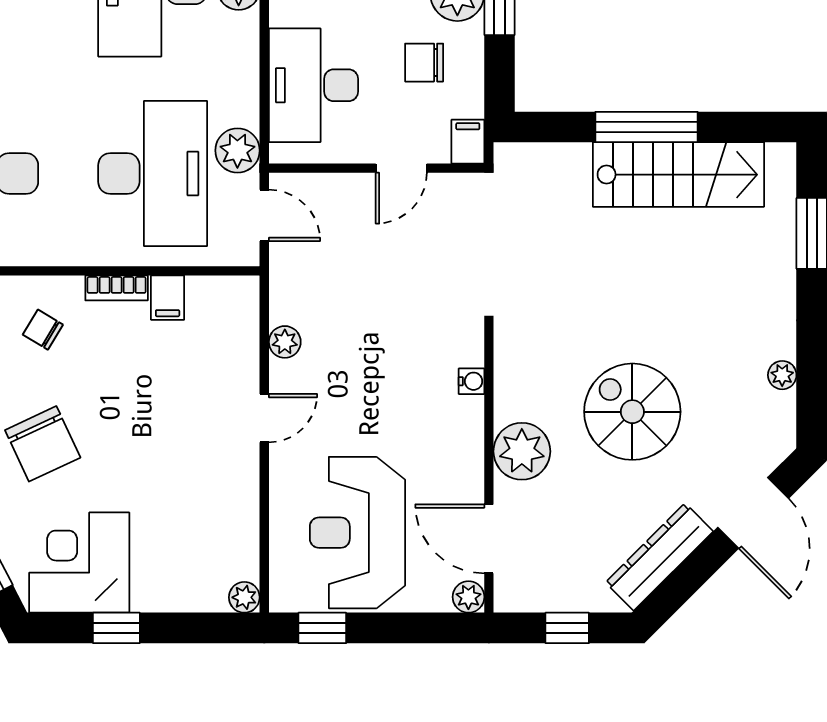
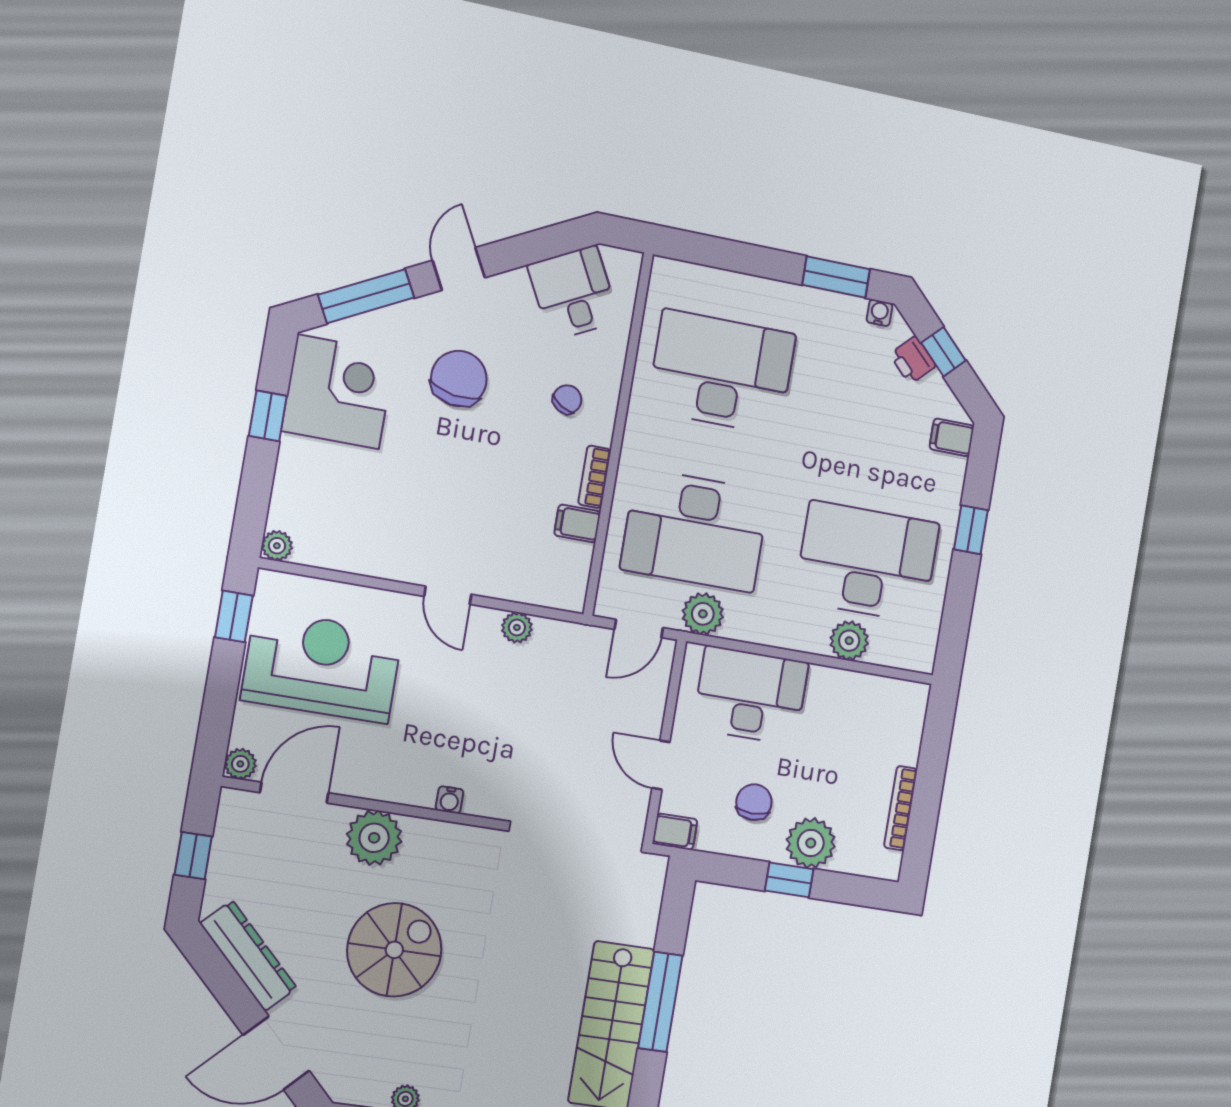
chair: (43, 444) -> (459, 379), turned 124

